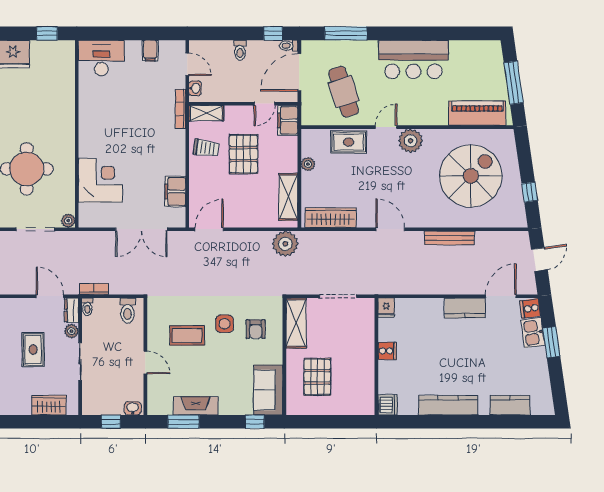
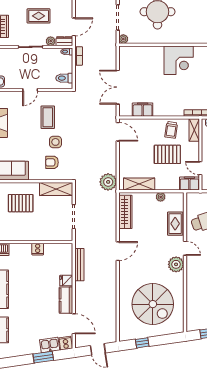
piano: (477, 113) -> (194, 308), removed
corner desk: (100, 180) -> (179, 60), moved
bench: (449, 238) -> (79, 265), moved
fridge: (386, 308) -> (66, 281), moved

